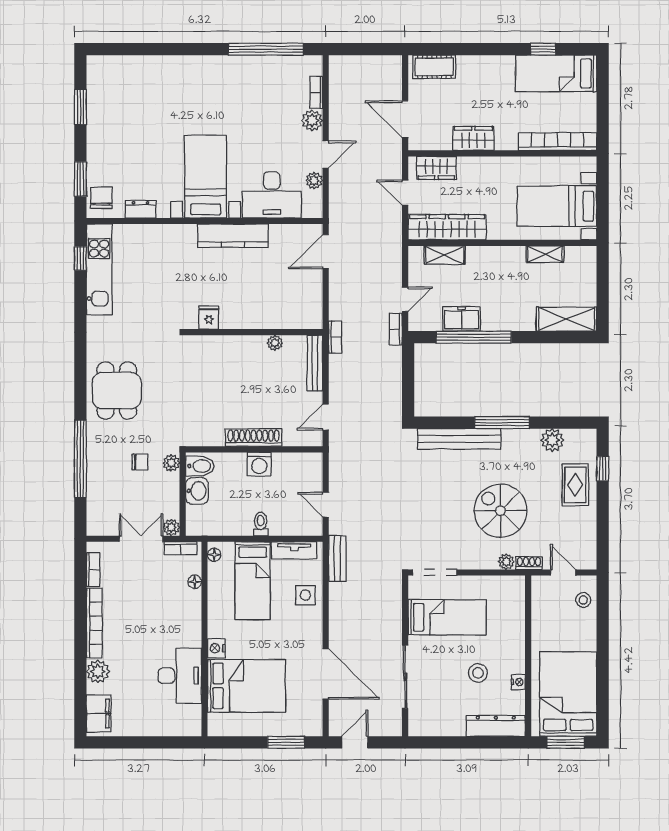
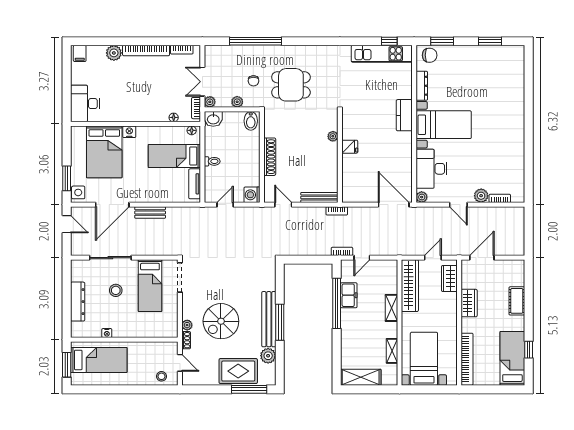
window: (266, 49) -> (529, 165), removed
cot: (434, 67) -> (517, 301), moved
plant: (314, 181) -> (422, 197), moved
dresser: (140, 209) -> (422, 86), width x1.44
kitchen counter: (233, 236) -> (404, 115), moved, width x0.67
door: (326, 252) -> (394, 205), width x1.36
shelving: (445, 255) -> (391, 308), moved
door: (405, 299) -> (362, 258), hinge flipped
fridge: (209, 317) -> (350, 147), moved
shelving: (567, 319) -> (361, 377), moved, turned 90
plant: (275, 343) -> (333, 136), moved
dining table: (117, 391) -> (291, 85), moved
bench: (459, 439) -> (269, 319), moved
plant: (171, 463) -> (237, 102), moved
washing machine: (259, 464) -> (252, 195), moved
window: (603, 468) -> (249, 389), width x2.17
rug: (575, 485) -> (238, 371), width x1.36, depth x1.43
washbasin: (197, 491) -> (213, 119), moved
spiral stairs: (501, 511) -> (221, 321), turned 180
double door: (141, 539) -> (202, 82), swing flipped
bench: (337, 558) -> (150, 212), moved
door: (563, 573) -> (180, 363), hinge flipped
side table: (305, 595) -> (78, 192), moved
stool: (478, 673) -> (116, 290), moved
desk: (180, 676) -> (85, 104), moved, turned 90
bed: (568, 694) -> (99, 360), width x0.67
filing cabinet: (99, 713) -> (80, 53), width x0.50
dresser: (496, 726) -> (78, 302), moved

